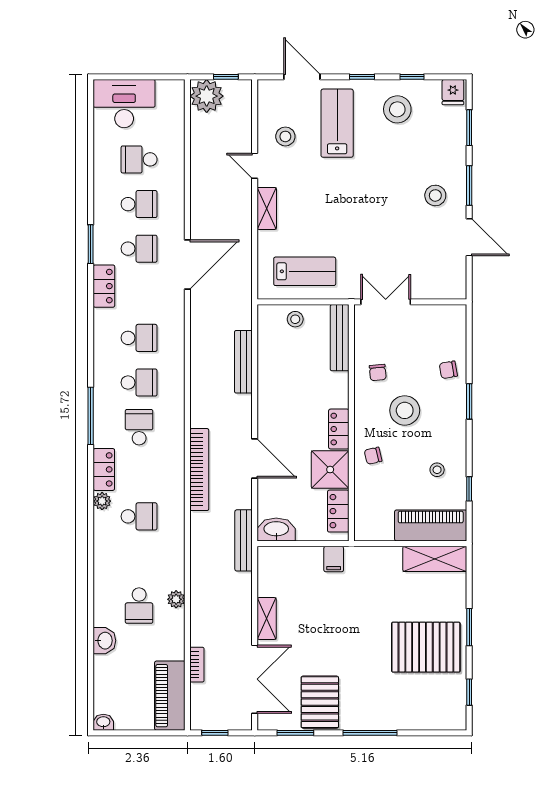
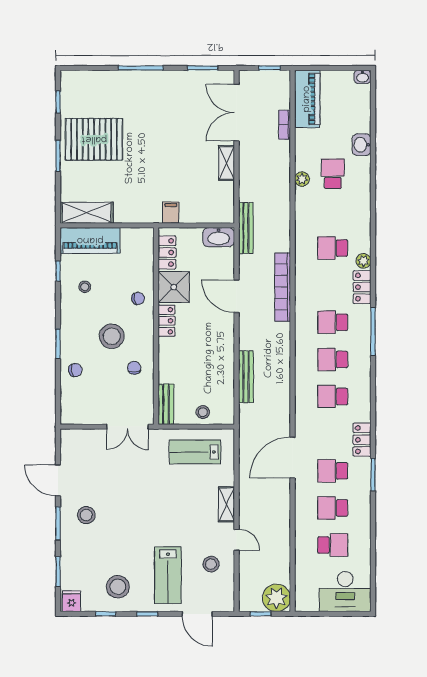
bench: (340, 338) -> (166, 404), width x0.73
school desk: (139, 427) -> (333, 322), turned 90
pallet: (320, 702) -> (182, 94), removed

